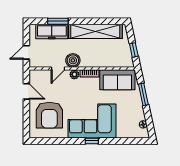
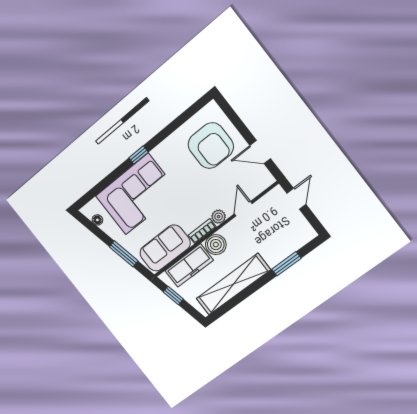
freezer: (52, 31) -> (189, 266), moved, turned 180
boiler: (73, 60) -> (216, 245), moved
armchair: (49, 115) -> (211, 146), turned 180
corner sofa: (92, 121) -> (137, 194), moved

